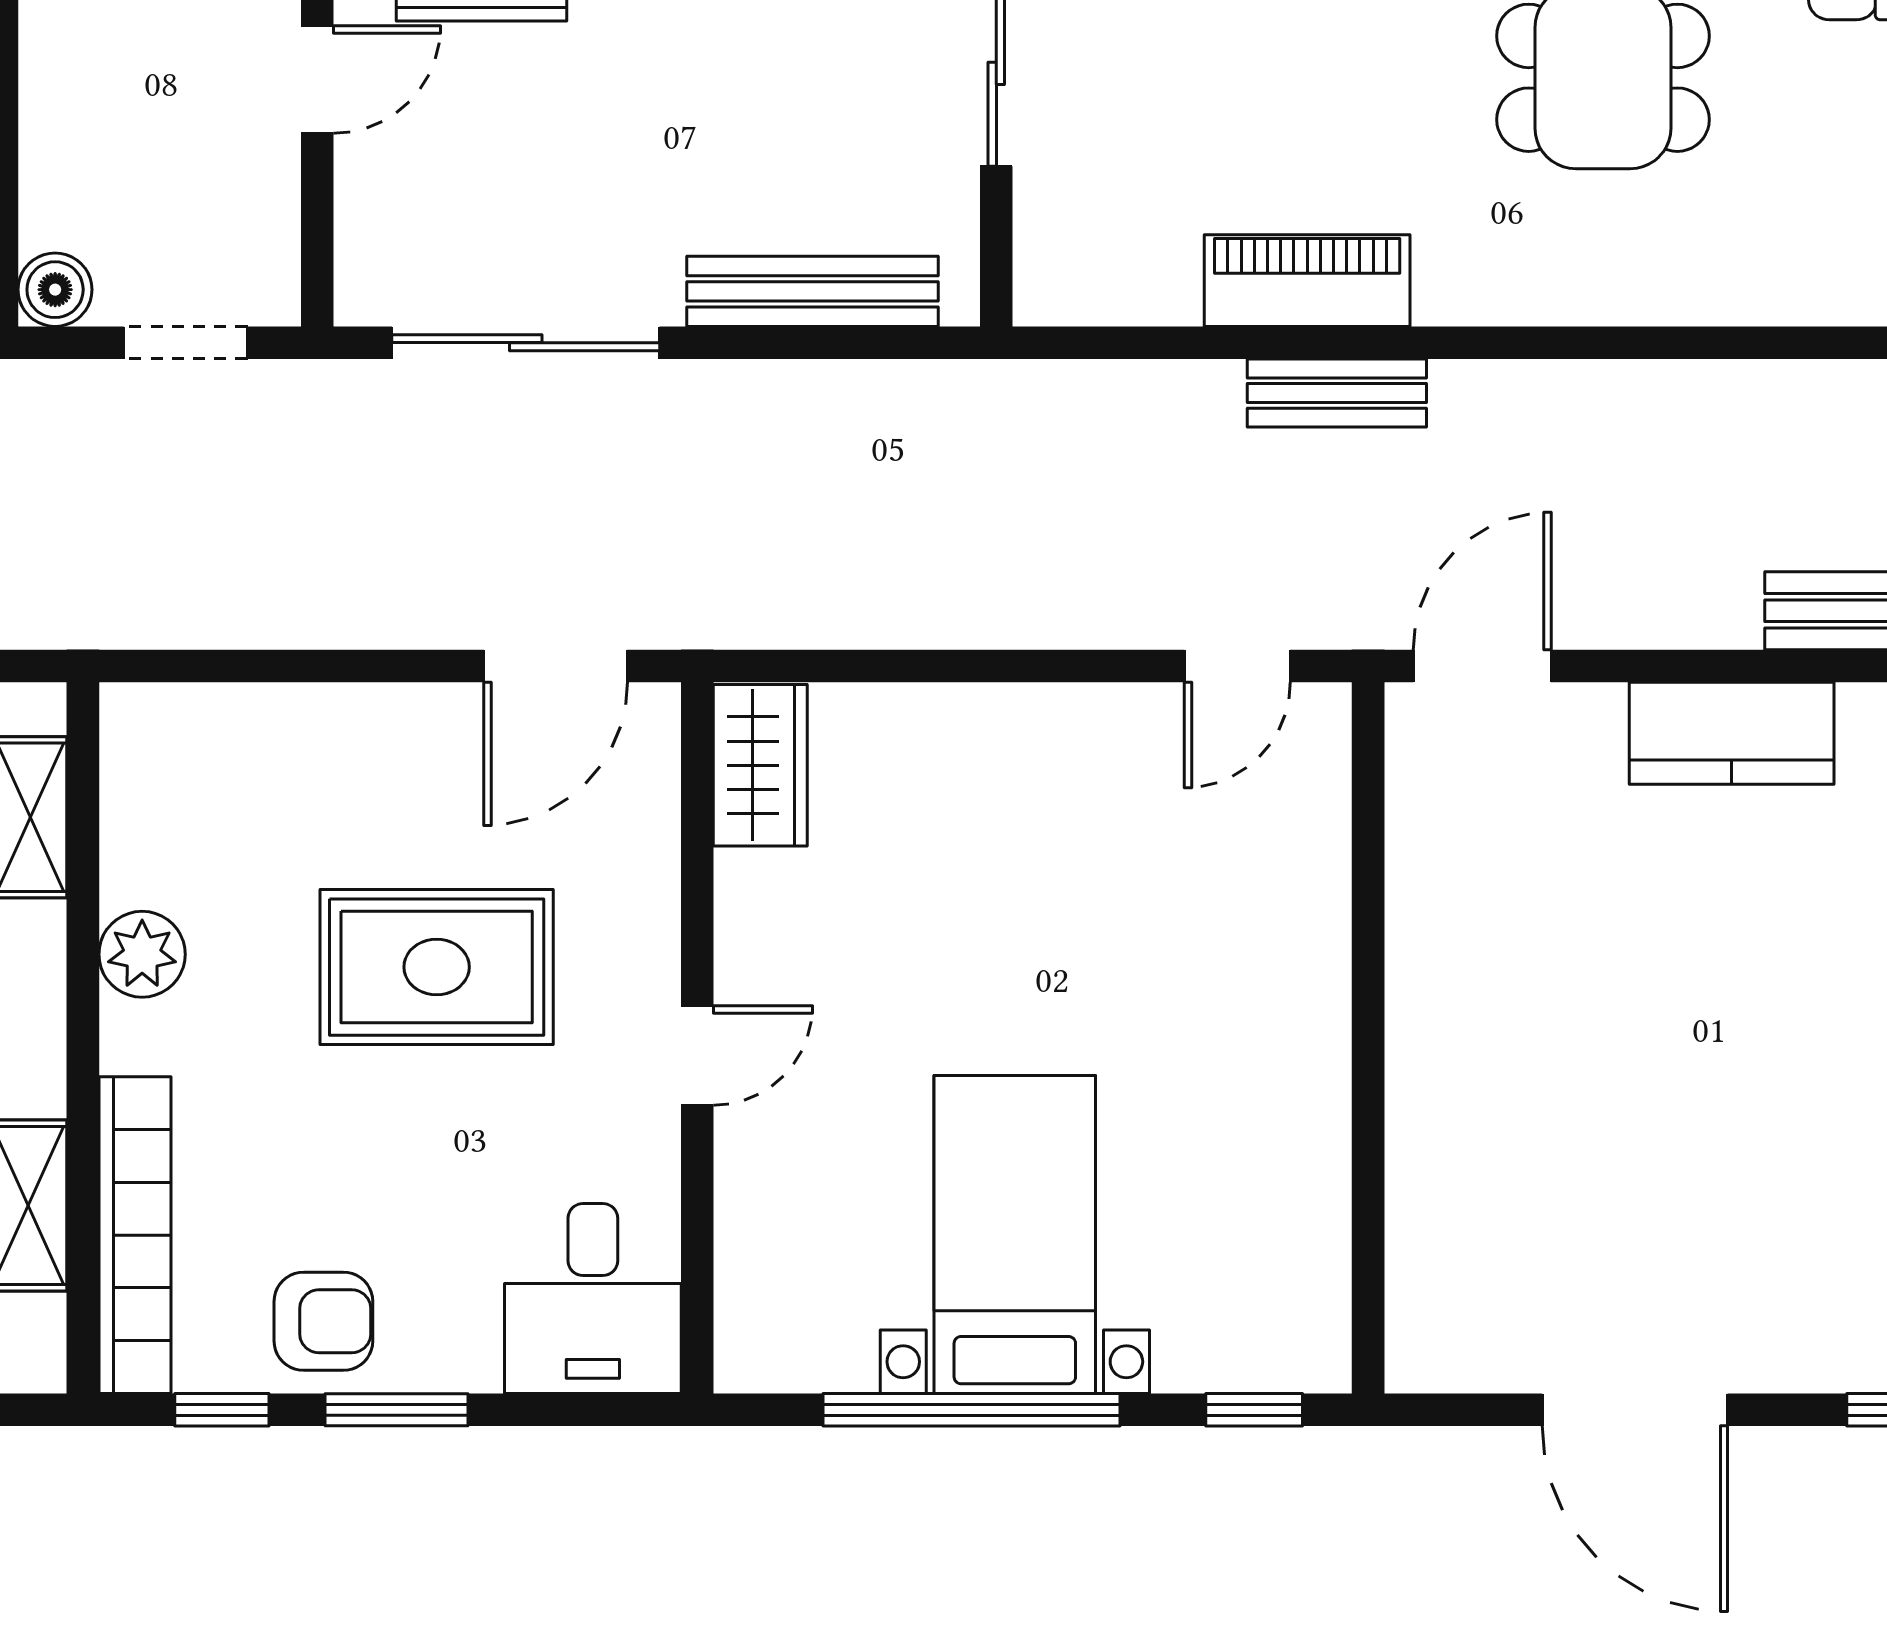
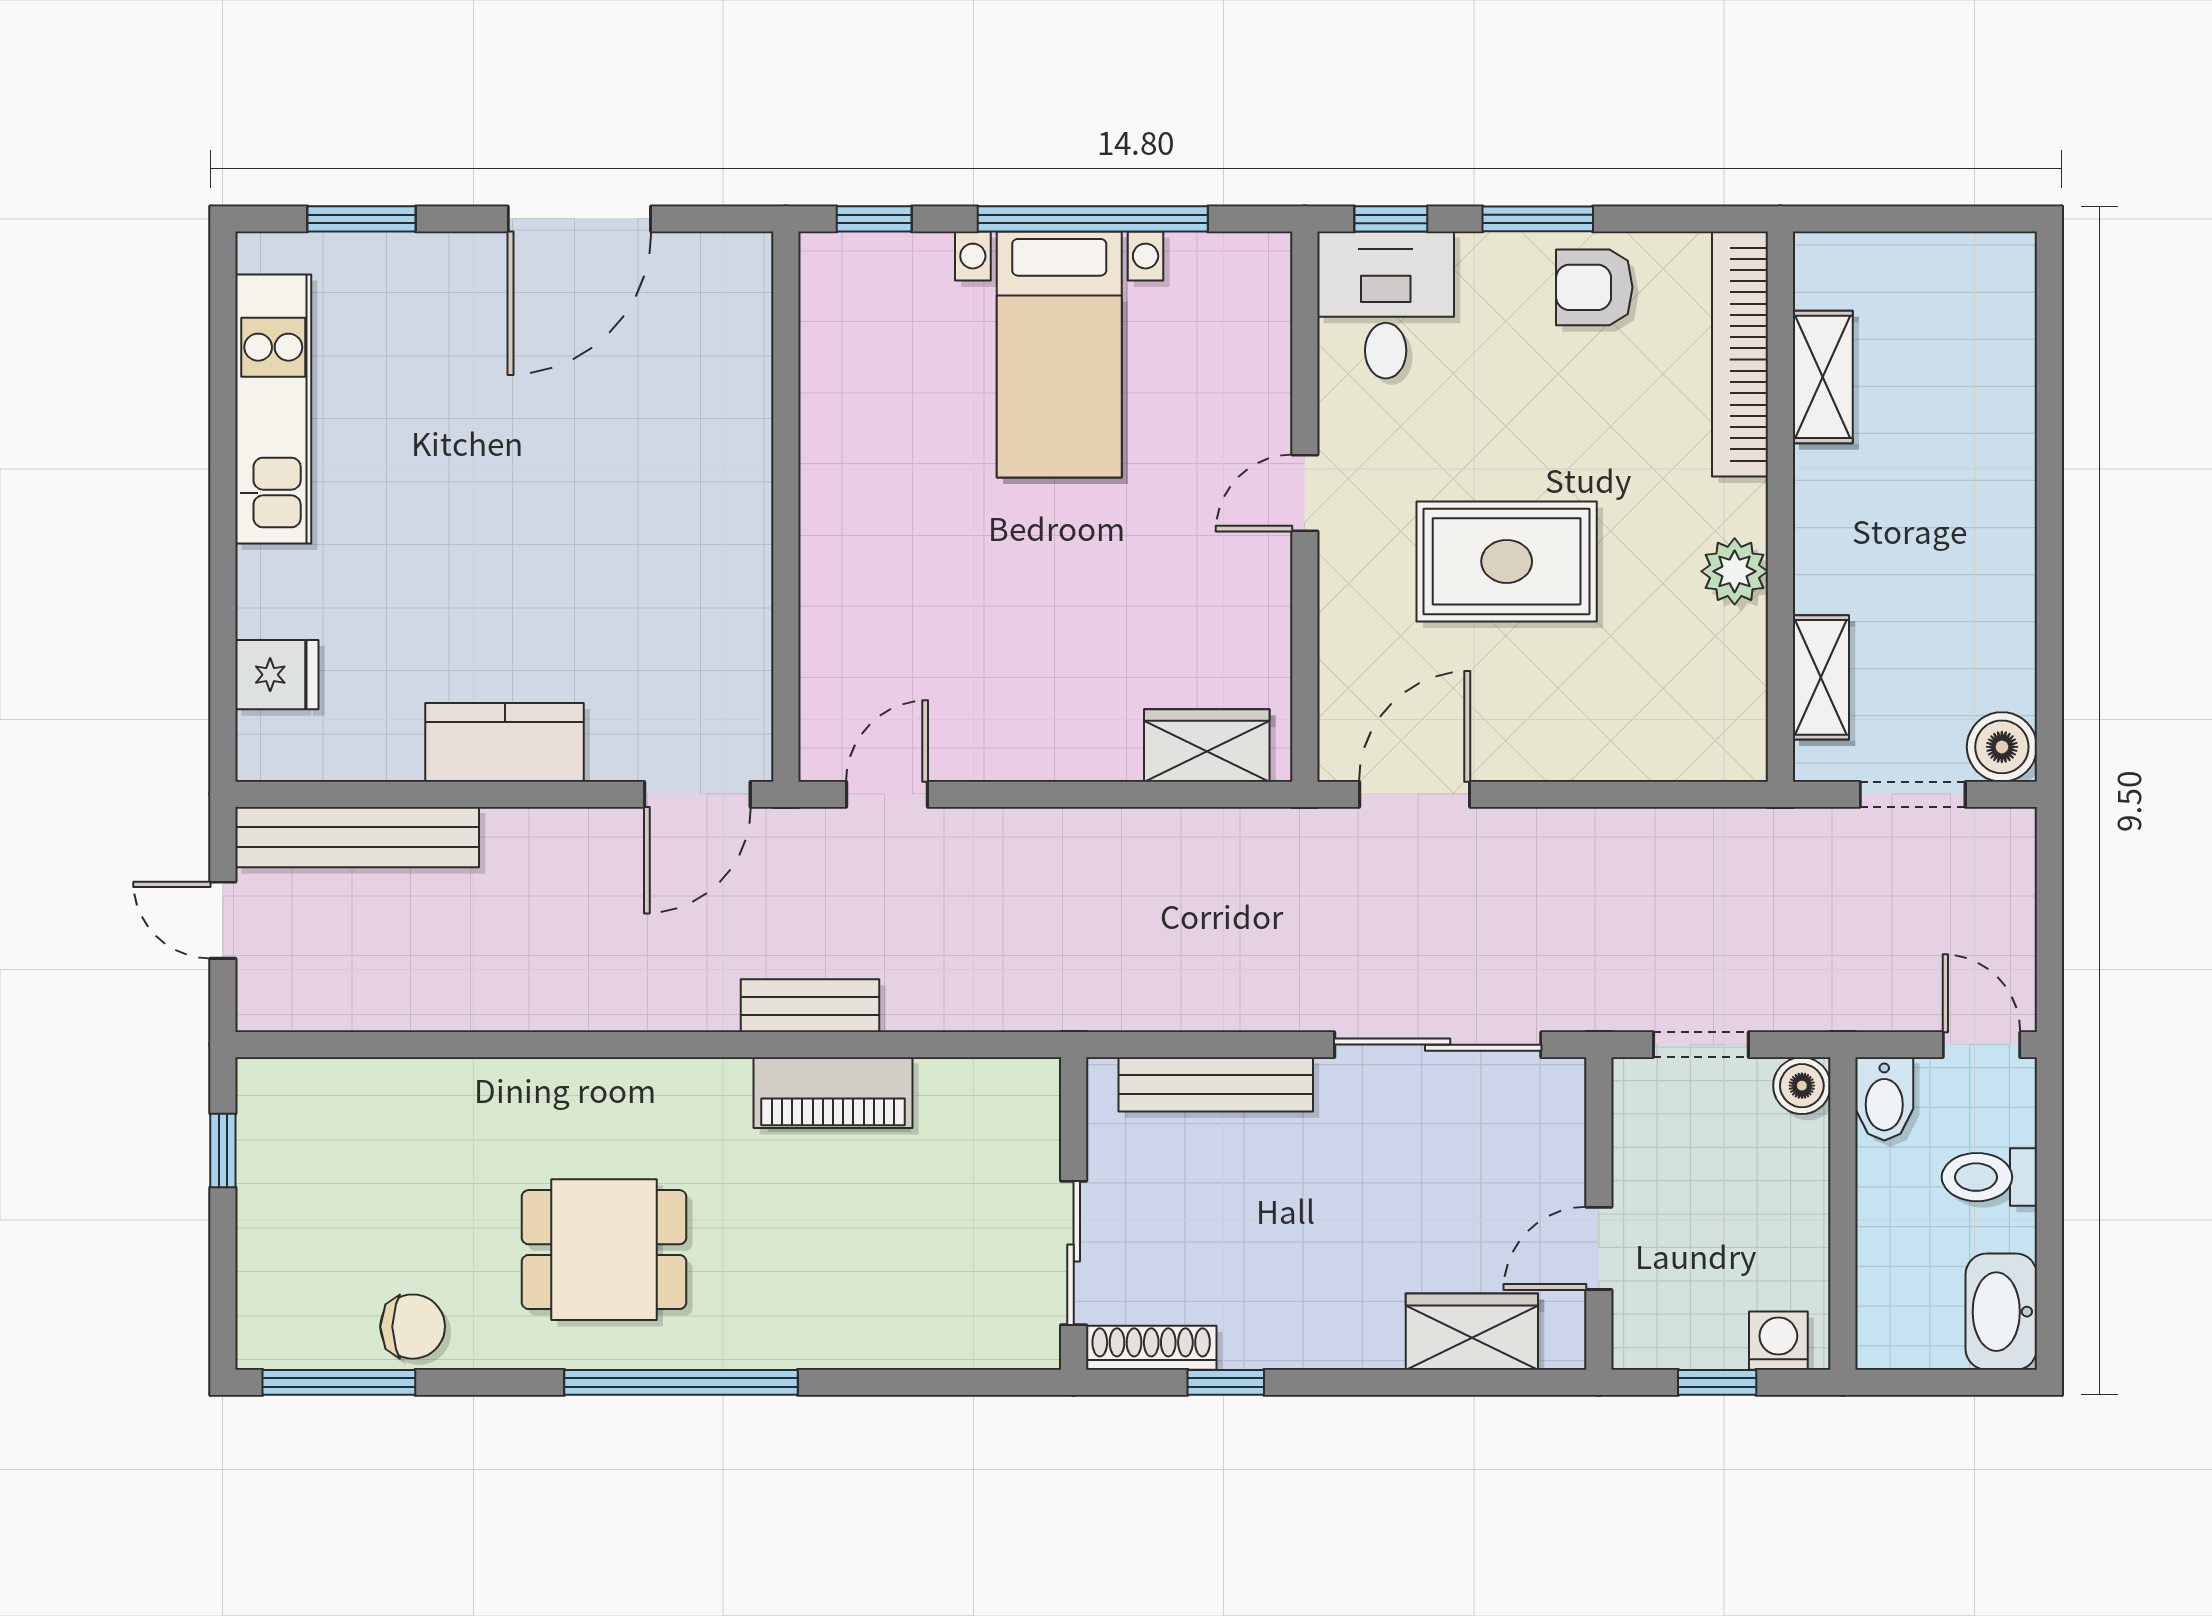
wardrobe: (760, 765) -> (1207, 746), moved, turned 90
window: (222, 1410) -> (1391, 219), moved
door: (1635, 1410) -> (579, 219), swing flipped

